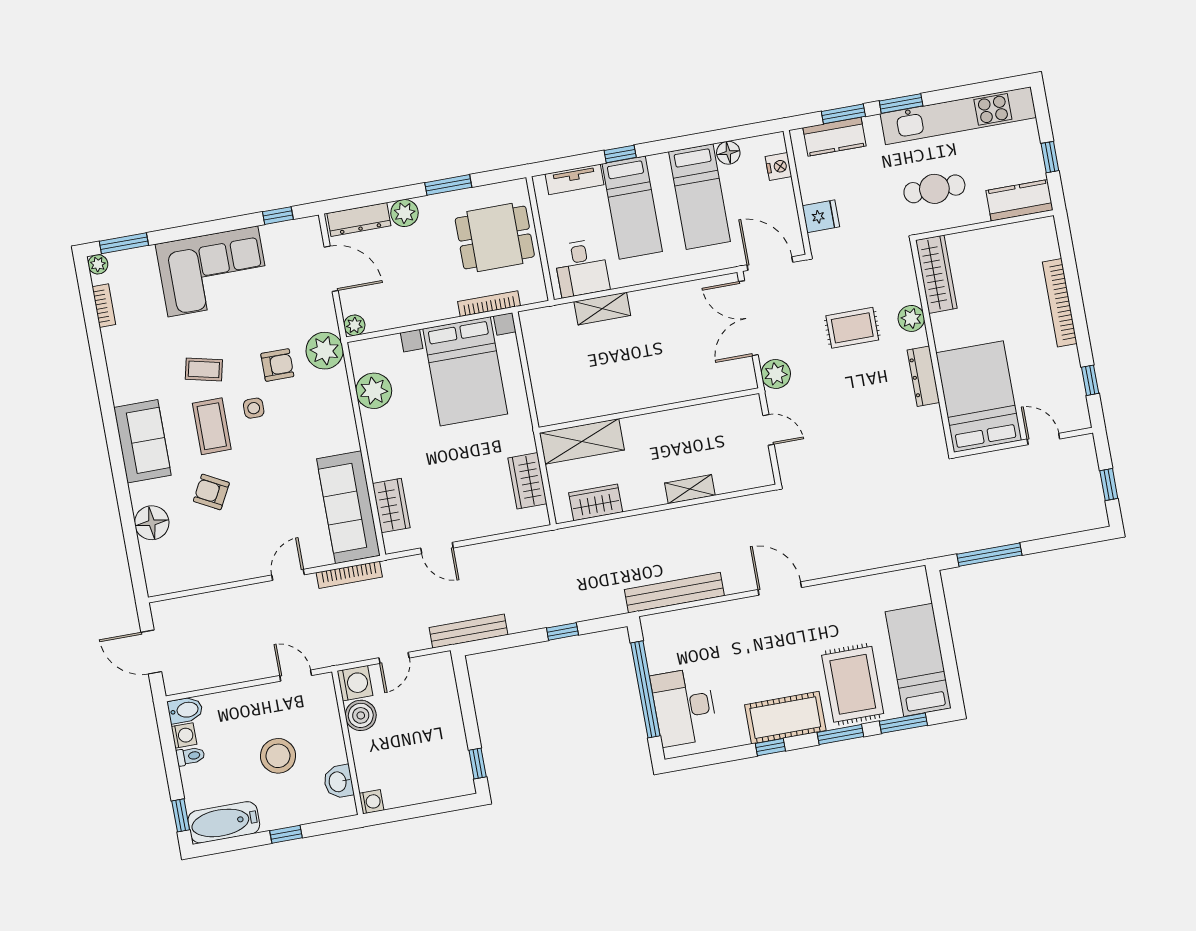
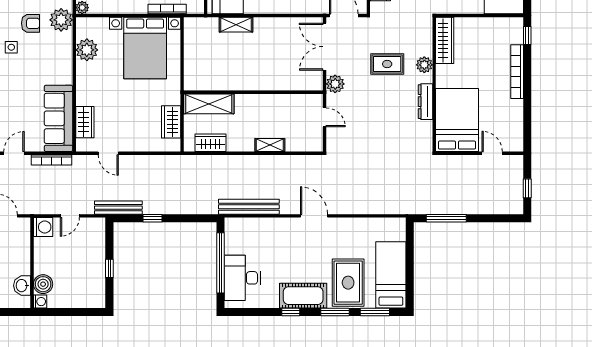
window: (1090, 380) -> (527, 36), moved
window: (562, 631) -> (152, 218), moved
boiler: (361, 715) -> (43, 284), moved
window: (478, 764) -> (109, 268), moved

